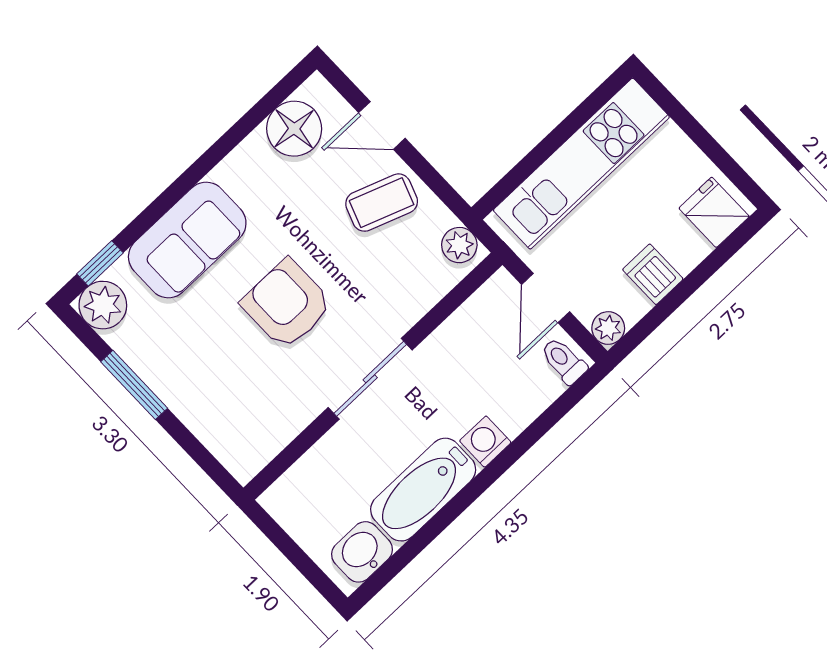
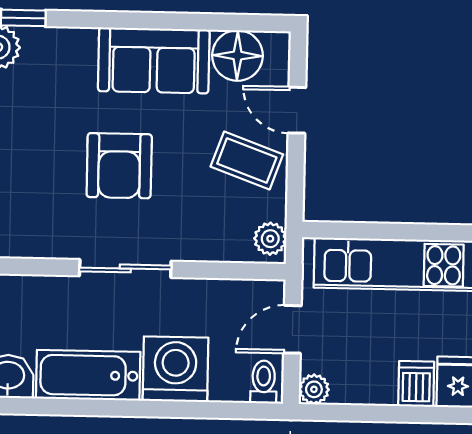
sofa: (187, 240) -> (154, 60), moved
dishwasher: (653, 274) -> (416, 384), moved
armchair: (287, 304) -> (119, 166), turned 180
washing machine: (485, 442) -> (175, 369), width x1.89, depth x1.89

